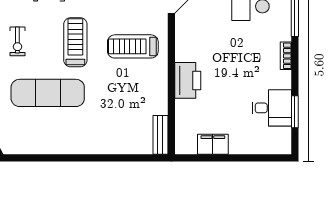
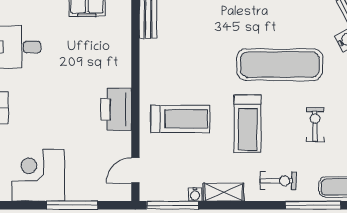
printer: (188, 80) -> (116, 109), moved

